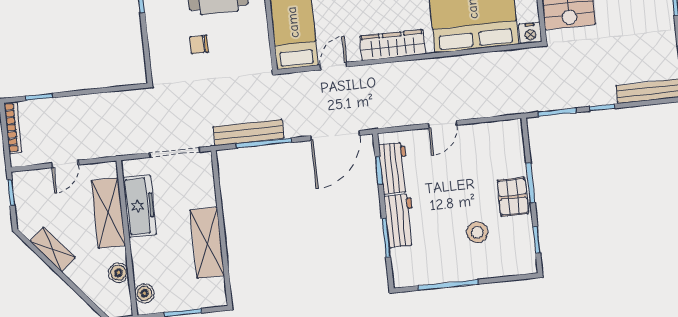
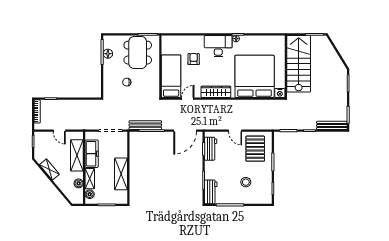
door: (443, 124) -> (235, 131), hinge flipped
door: (65, 164) -> (59, 131), hinge flipped
pallet: (513, 197) -> (255, 149), moved, width x1.50, depth x1.42
workbench: (400, 221) -> (211, 192), moved
shelving: (141, 260) -> (90, 179), added

